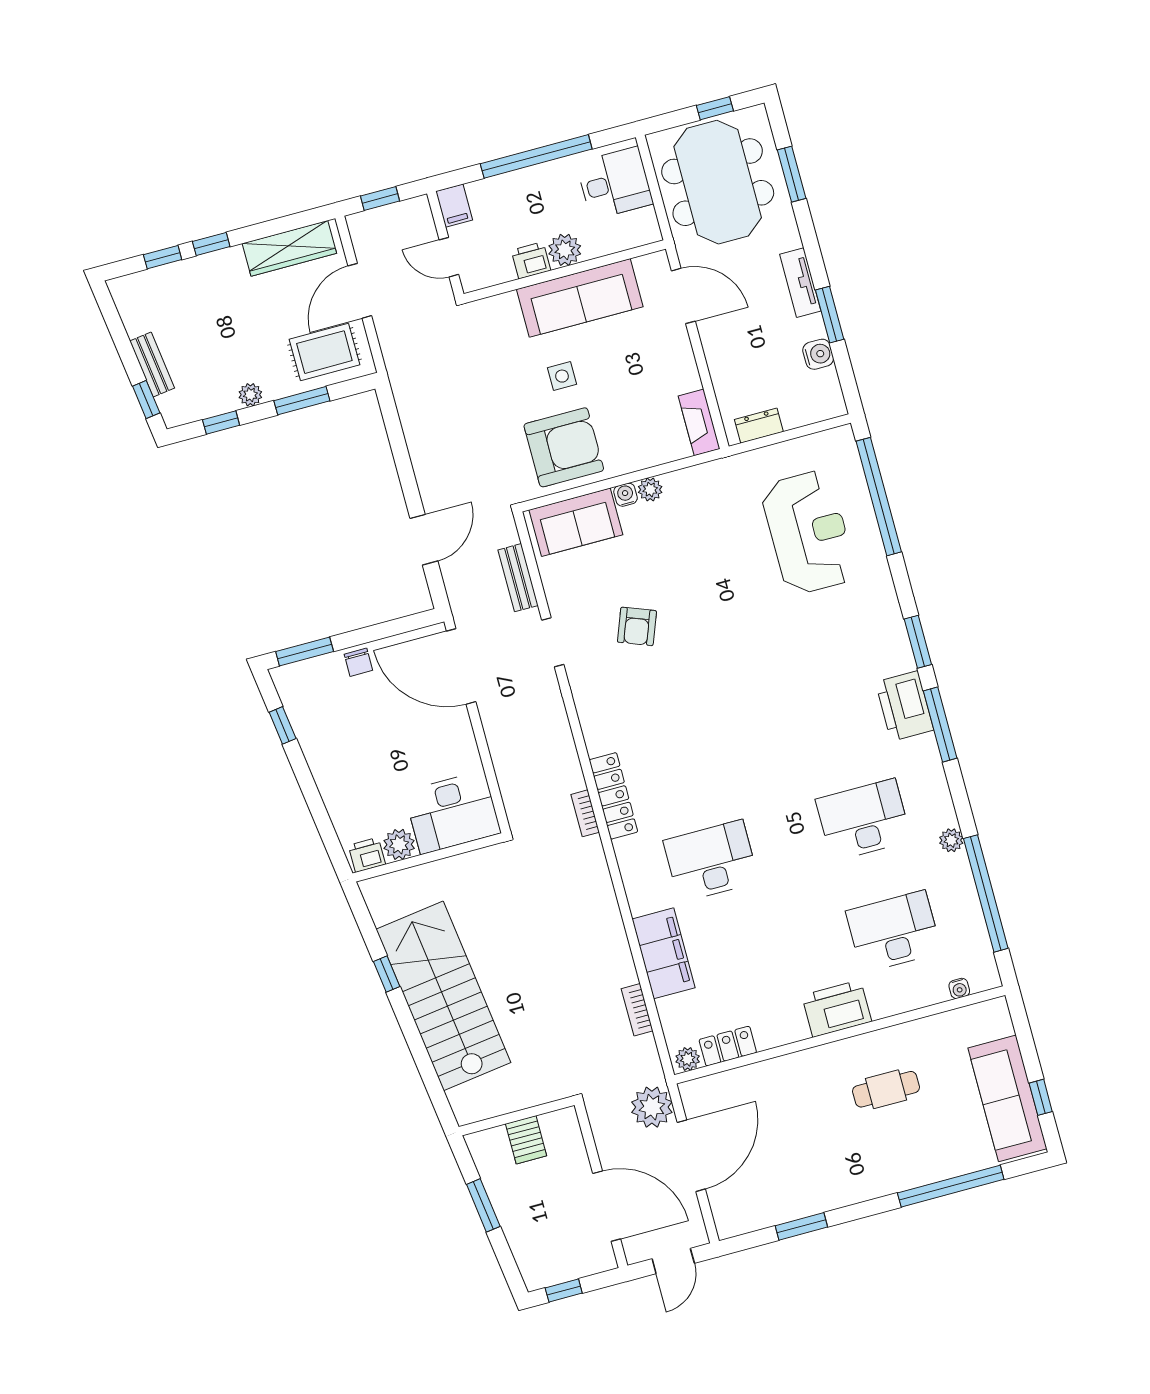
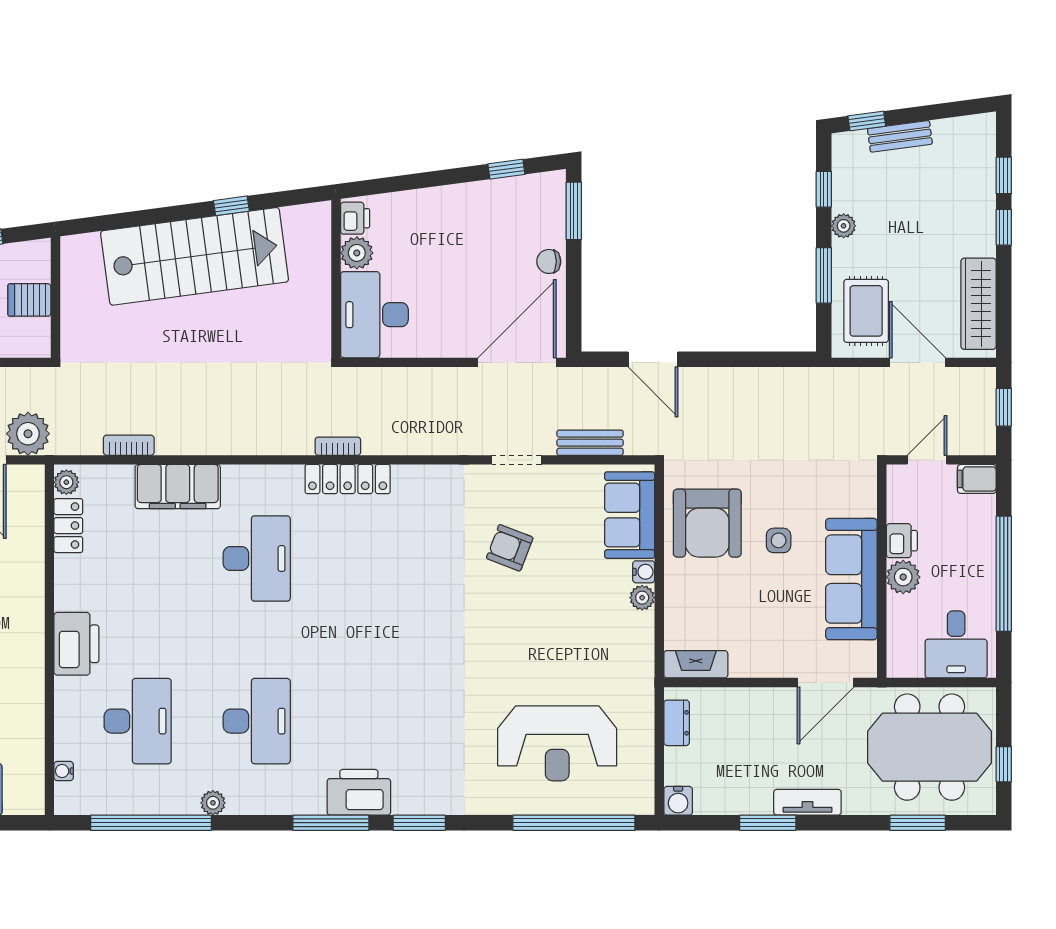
water cooler: (818, 354) -> (678, 801), moved

